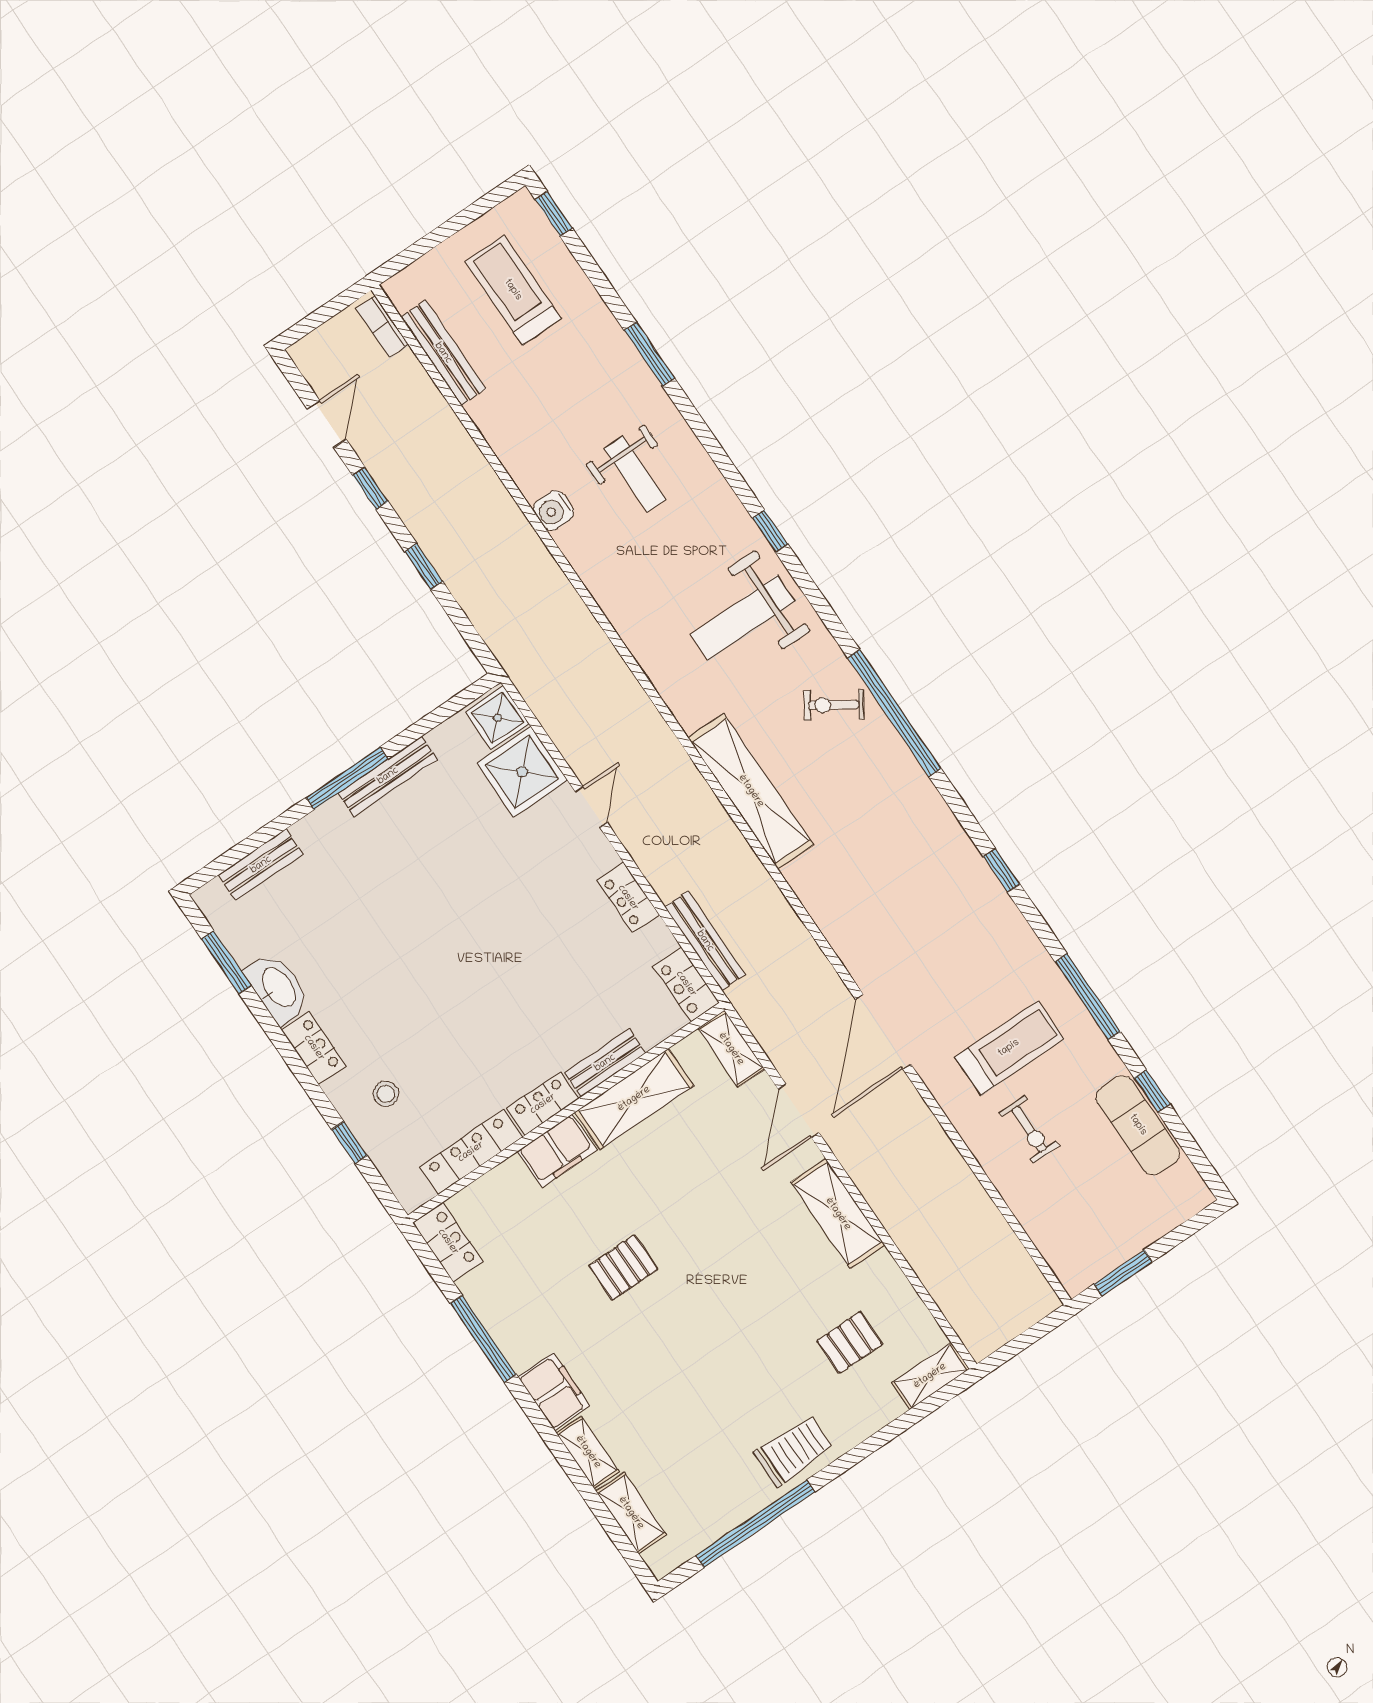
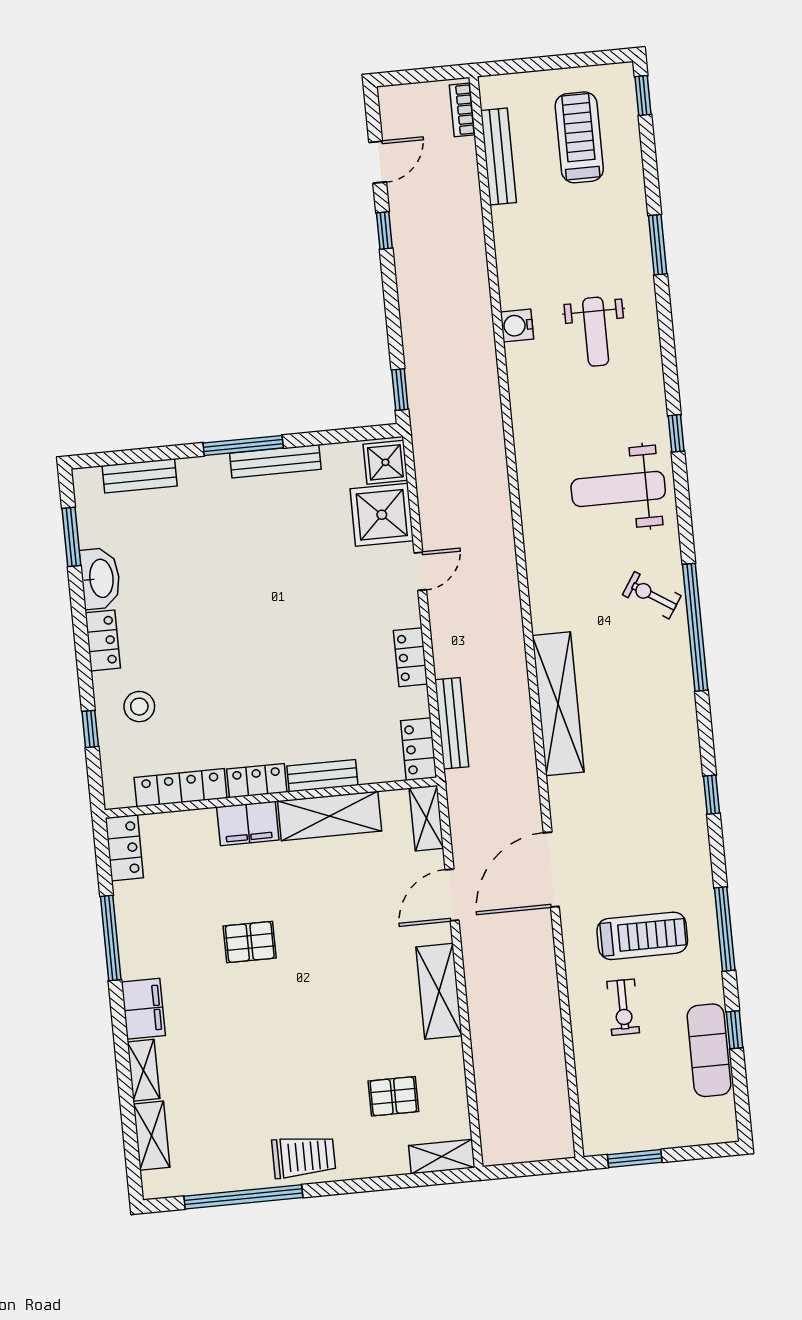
window: (424, 566) -> (400, 390), moved
shelving: (751, 791) -> (558, 704), moved
stool: (386, 1094) -> (139, 707), width x1.37, depth x1.37

